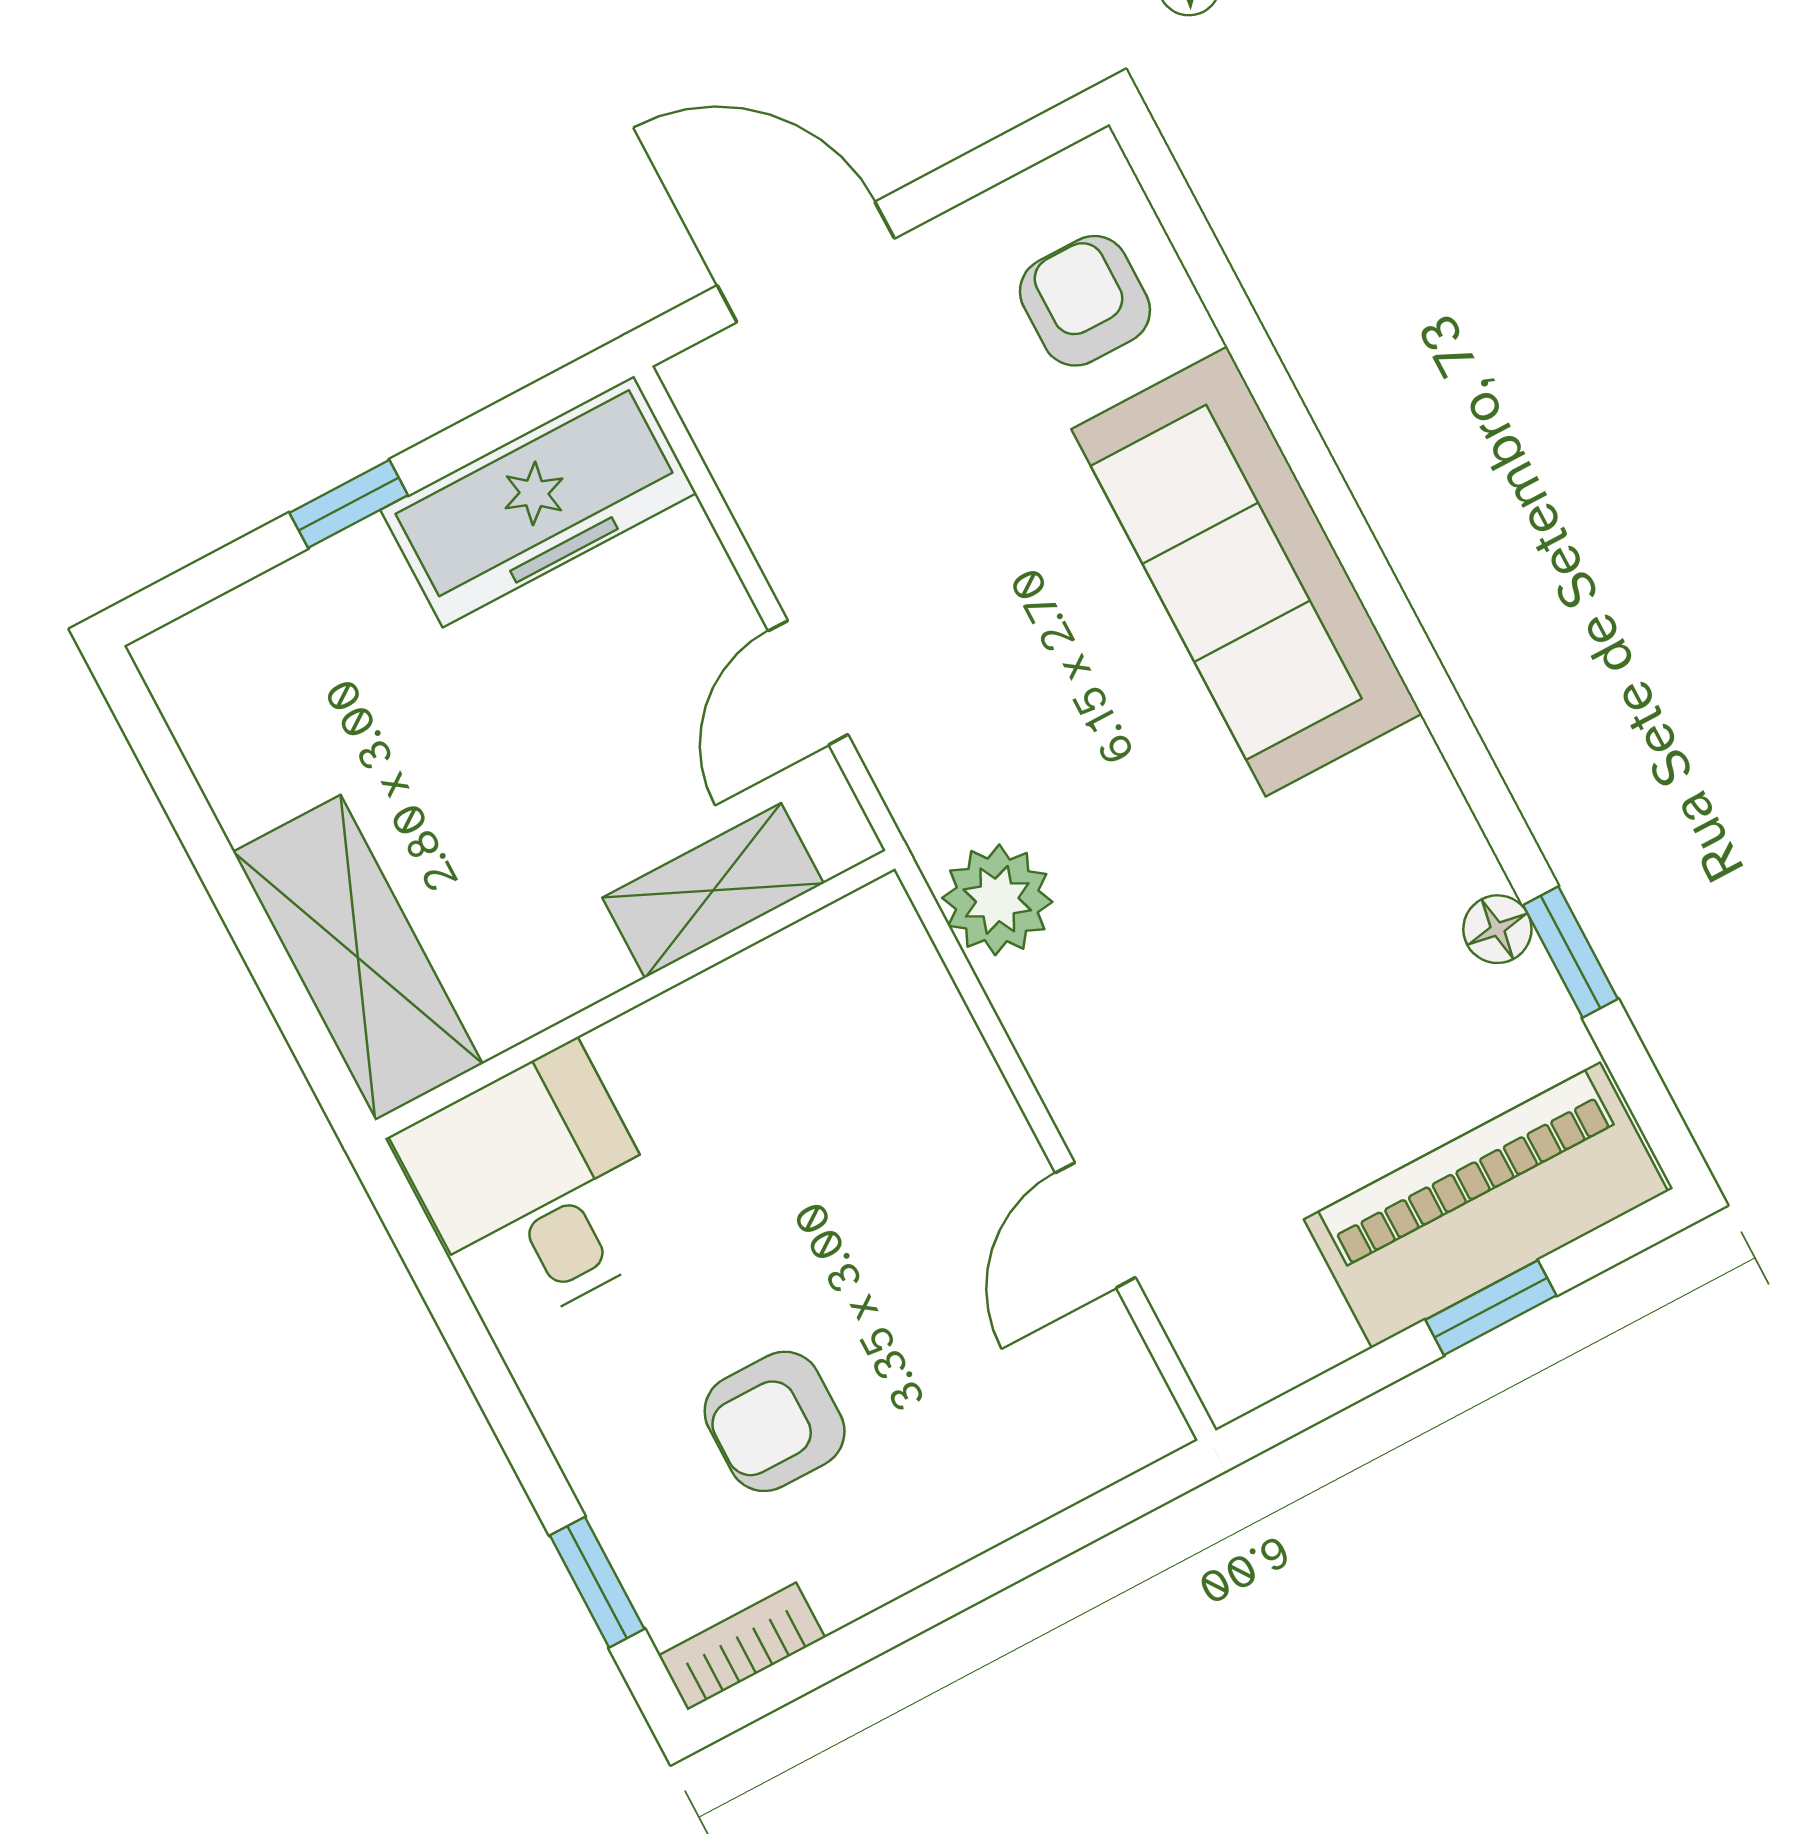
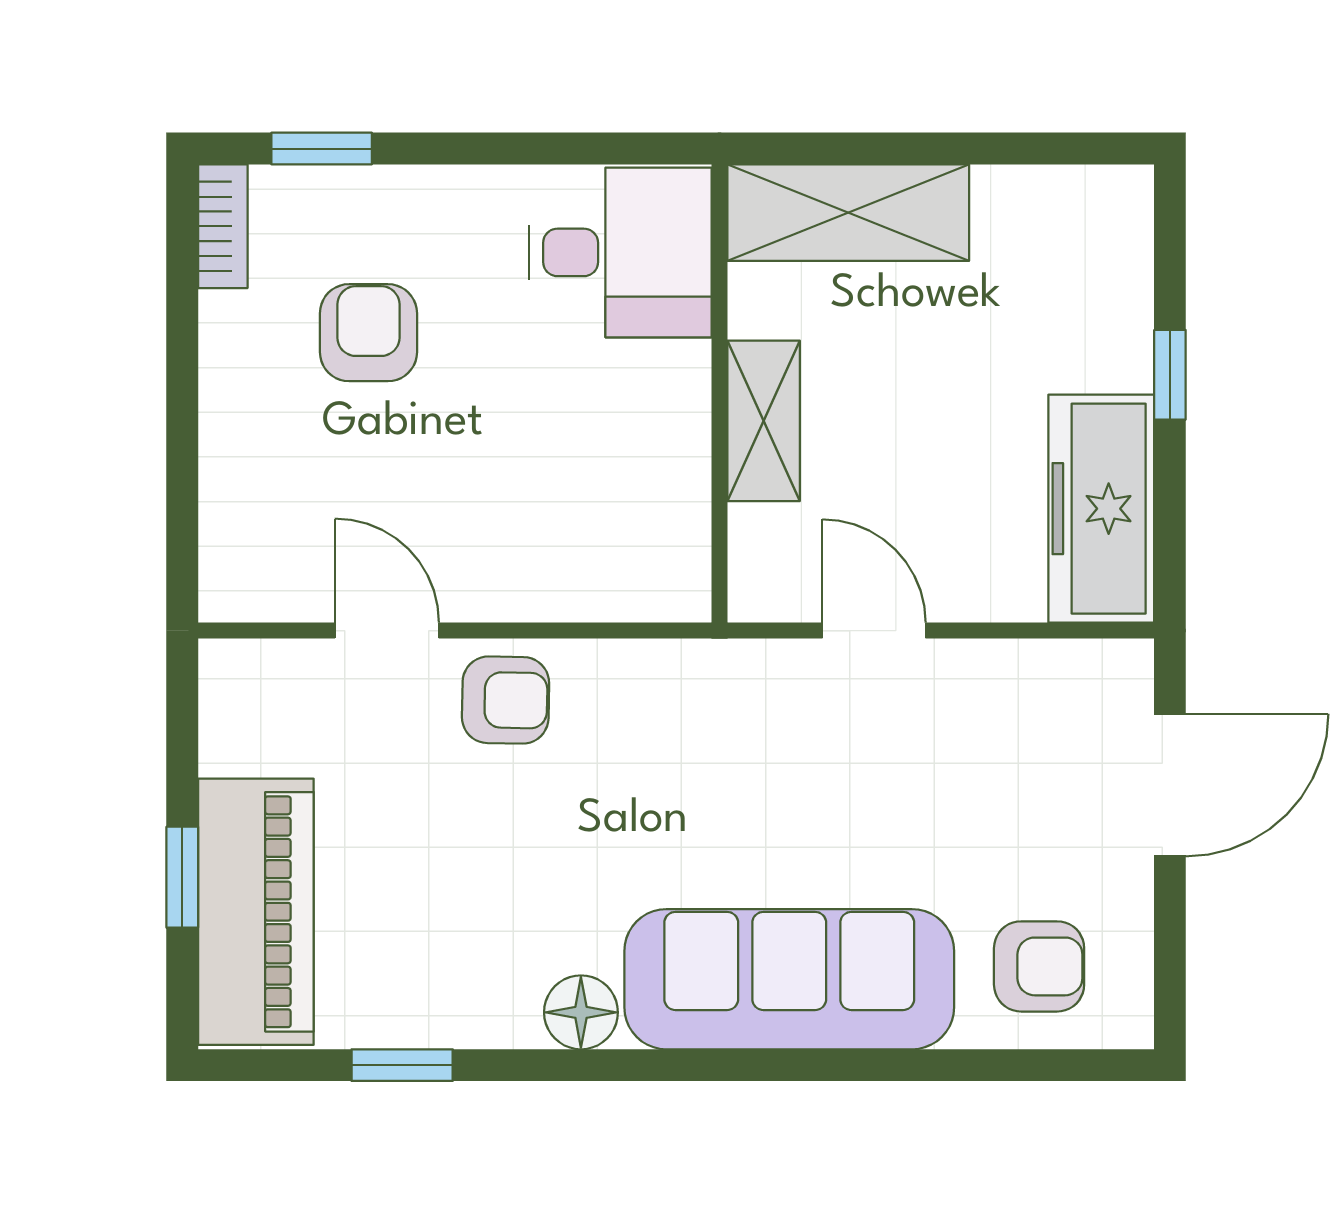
shelving: (713, 890) -> (764, 421), moved
plant: (997, 900) -> (652, 682), removed
floor lamp: (1497, 929) -> (581, 1012), moved, width x1.37, depth x1.37
armchair: (1103, 1052) -> (506, 700), added

